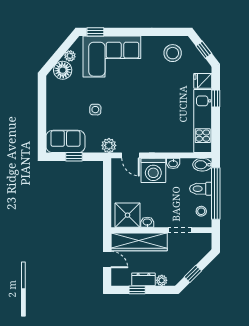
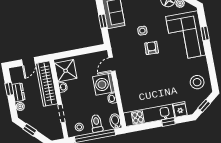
window: (95, 32) -> (205, 33), moved
armchair: (119, 102) -> (152, 48), added
plant: (109, 145) -> (117, 46), removed

